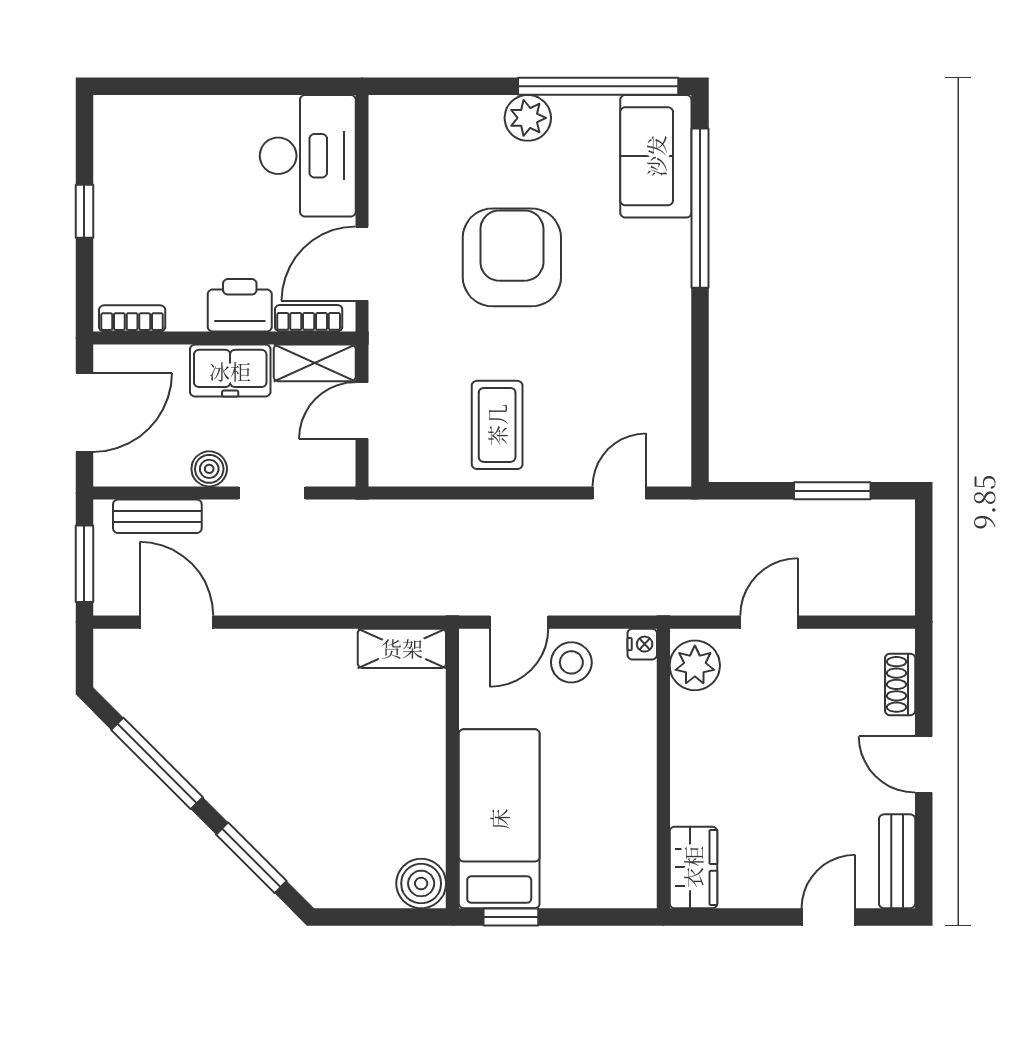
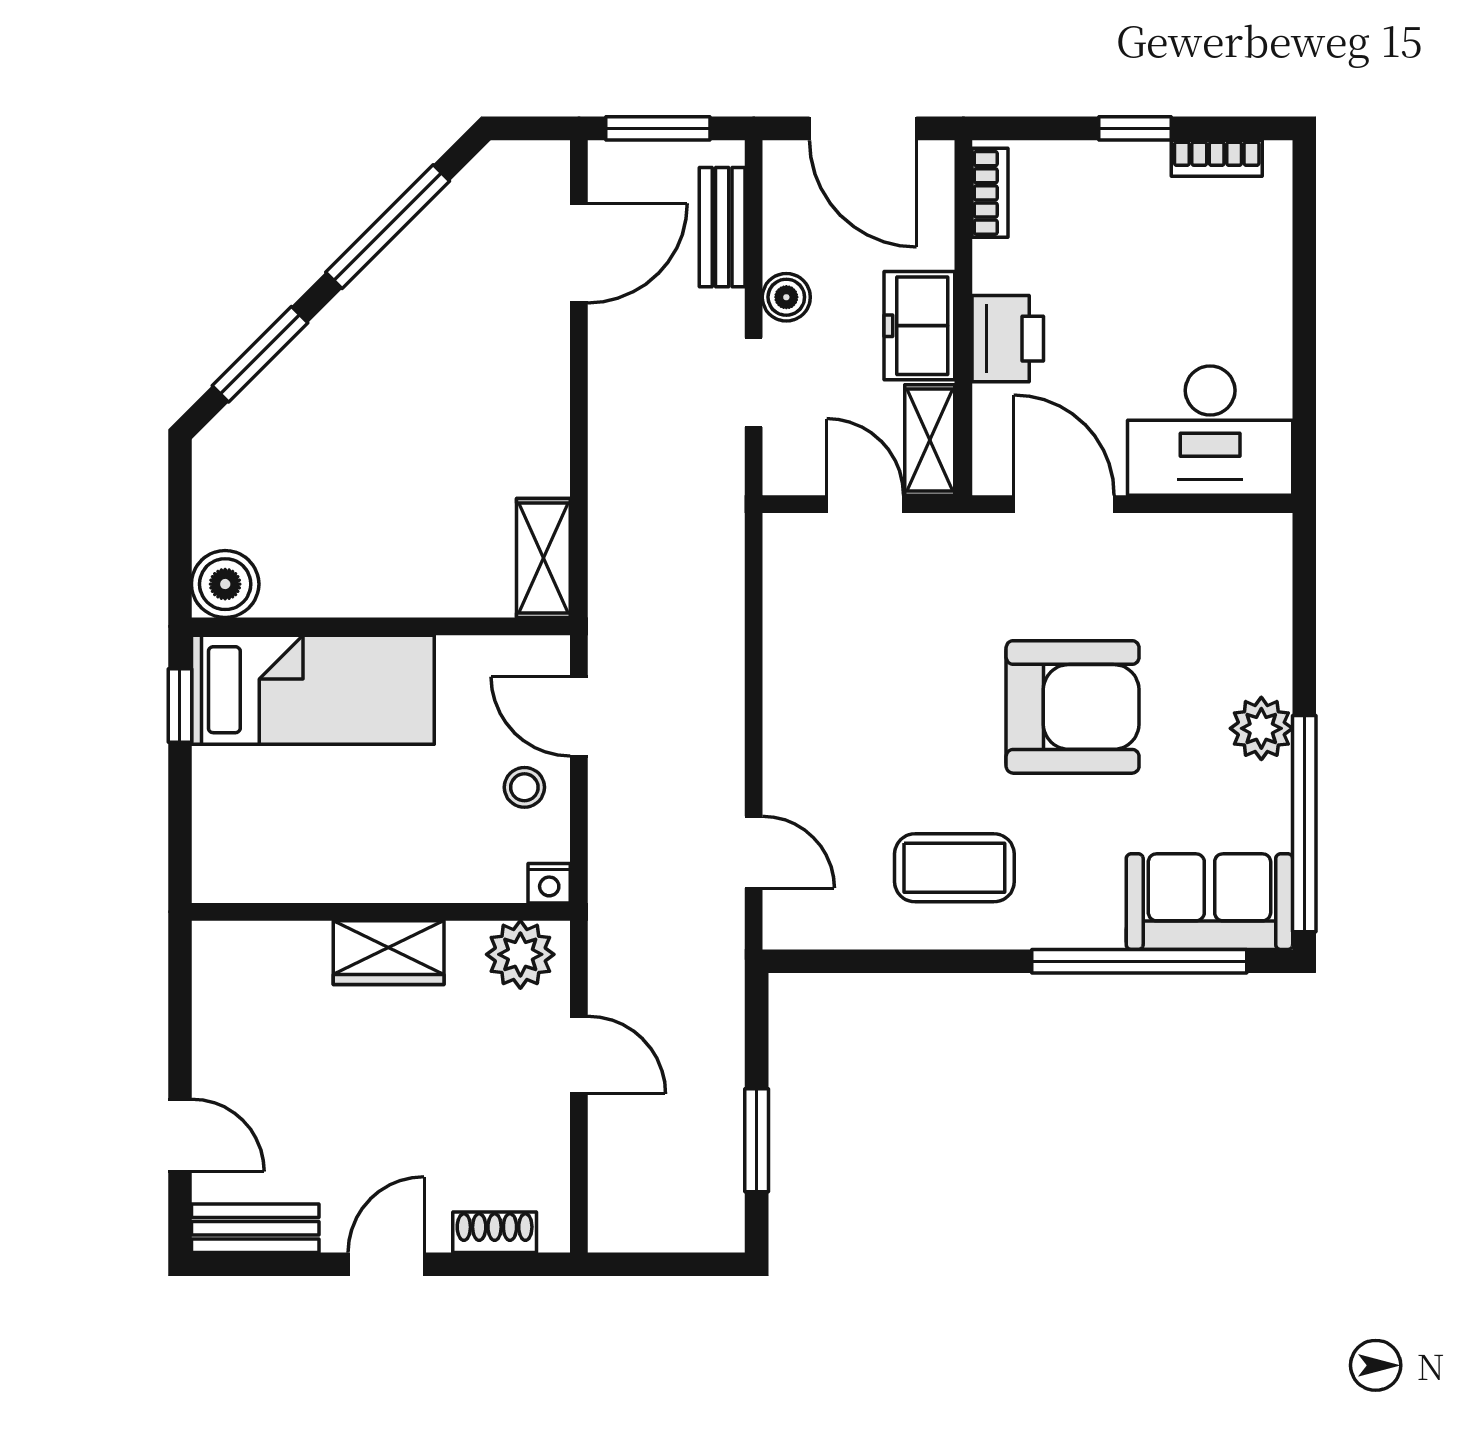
bookcase: (309, 318) -> (1217, 158), moved, turned 90
coffee table: (497, 425) -> (954, 868), moved
stool: (571, 662) -> (524, 787), width x0.73, depth x0.73
wardrobe: (693, 867) -> (389, 953), moved

